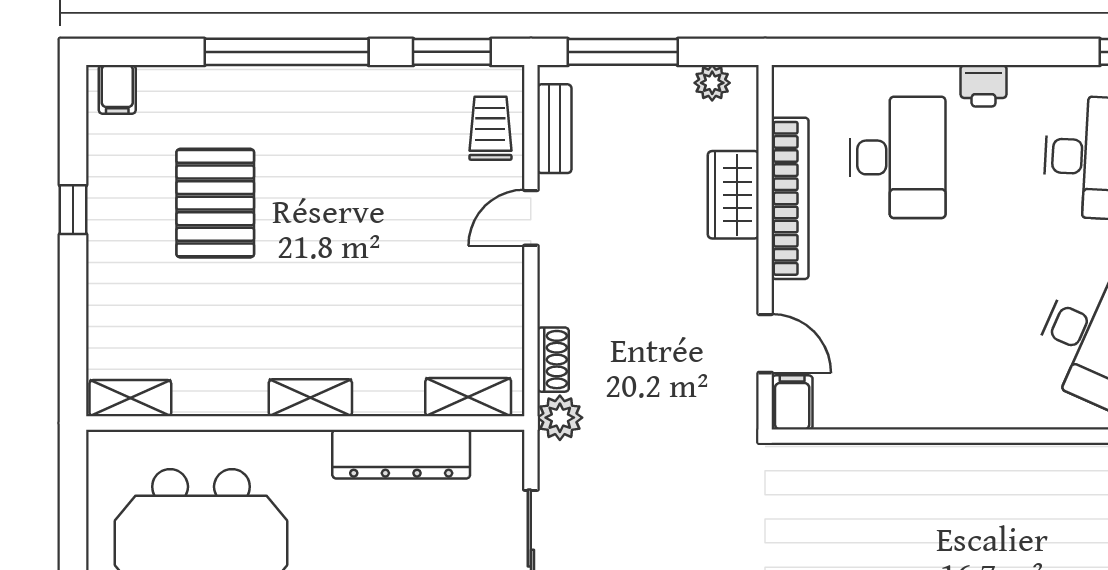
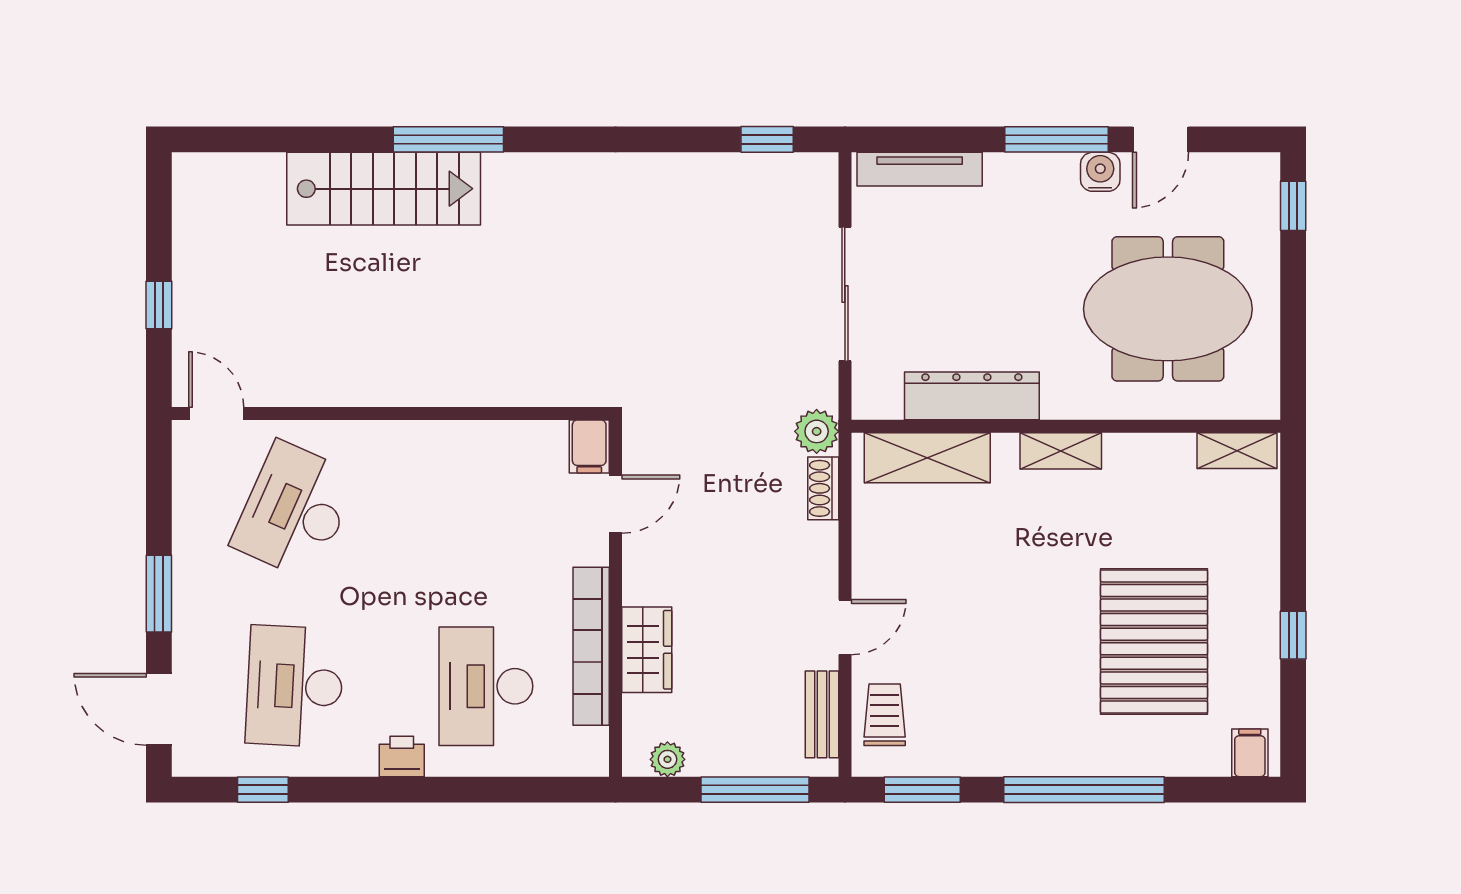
trolley: (490, 128) -> (885, 715), turned 180
pallet: (215, 203) -> (1154, 641), width x1.37, depth x1.41
door: (765, 343) -> (616, 504), swing flipped
shelving: (468, 397) -> (927, 458), width x1.50, depth x1.33

